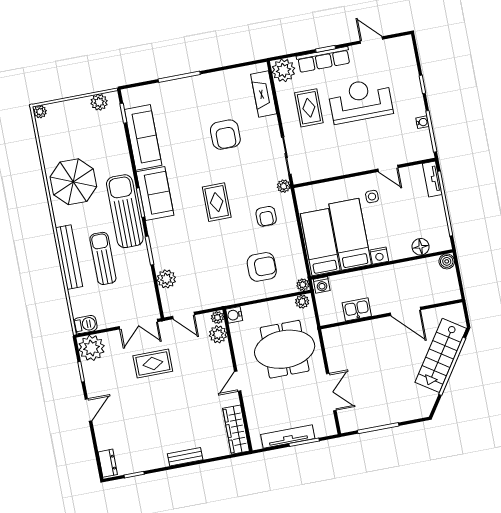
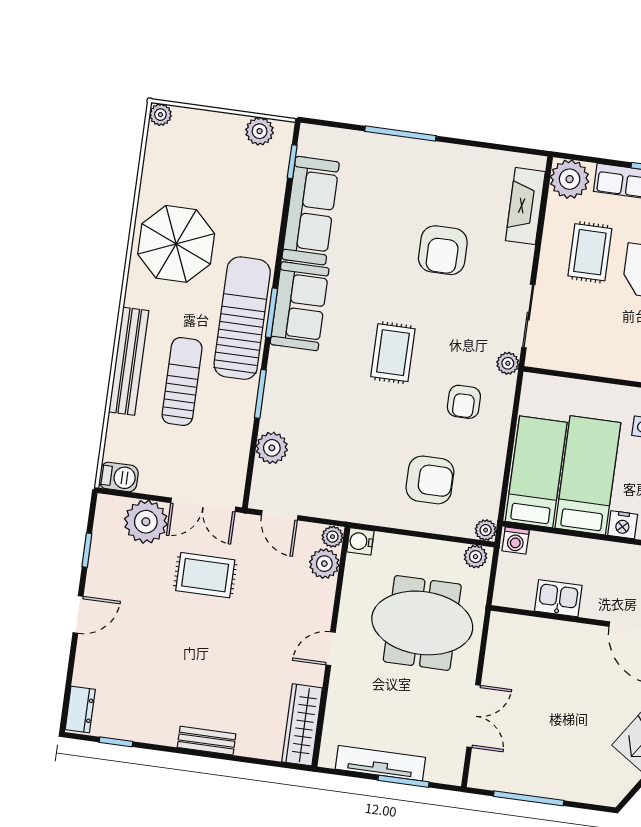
plant: (92, 348) -> (146, 522), moved

